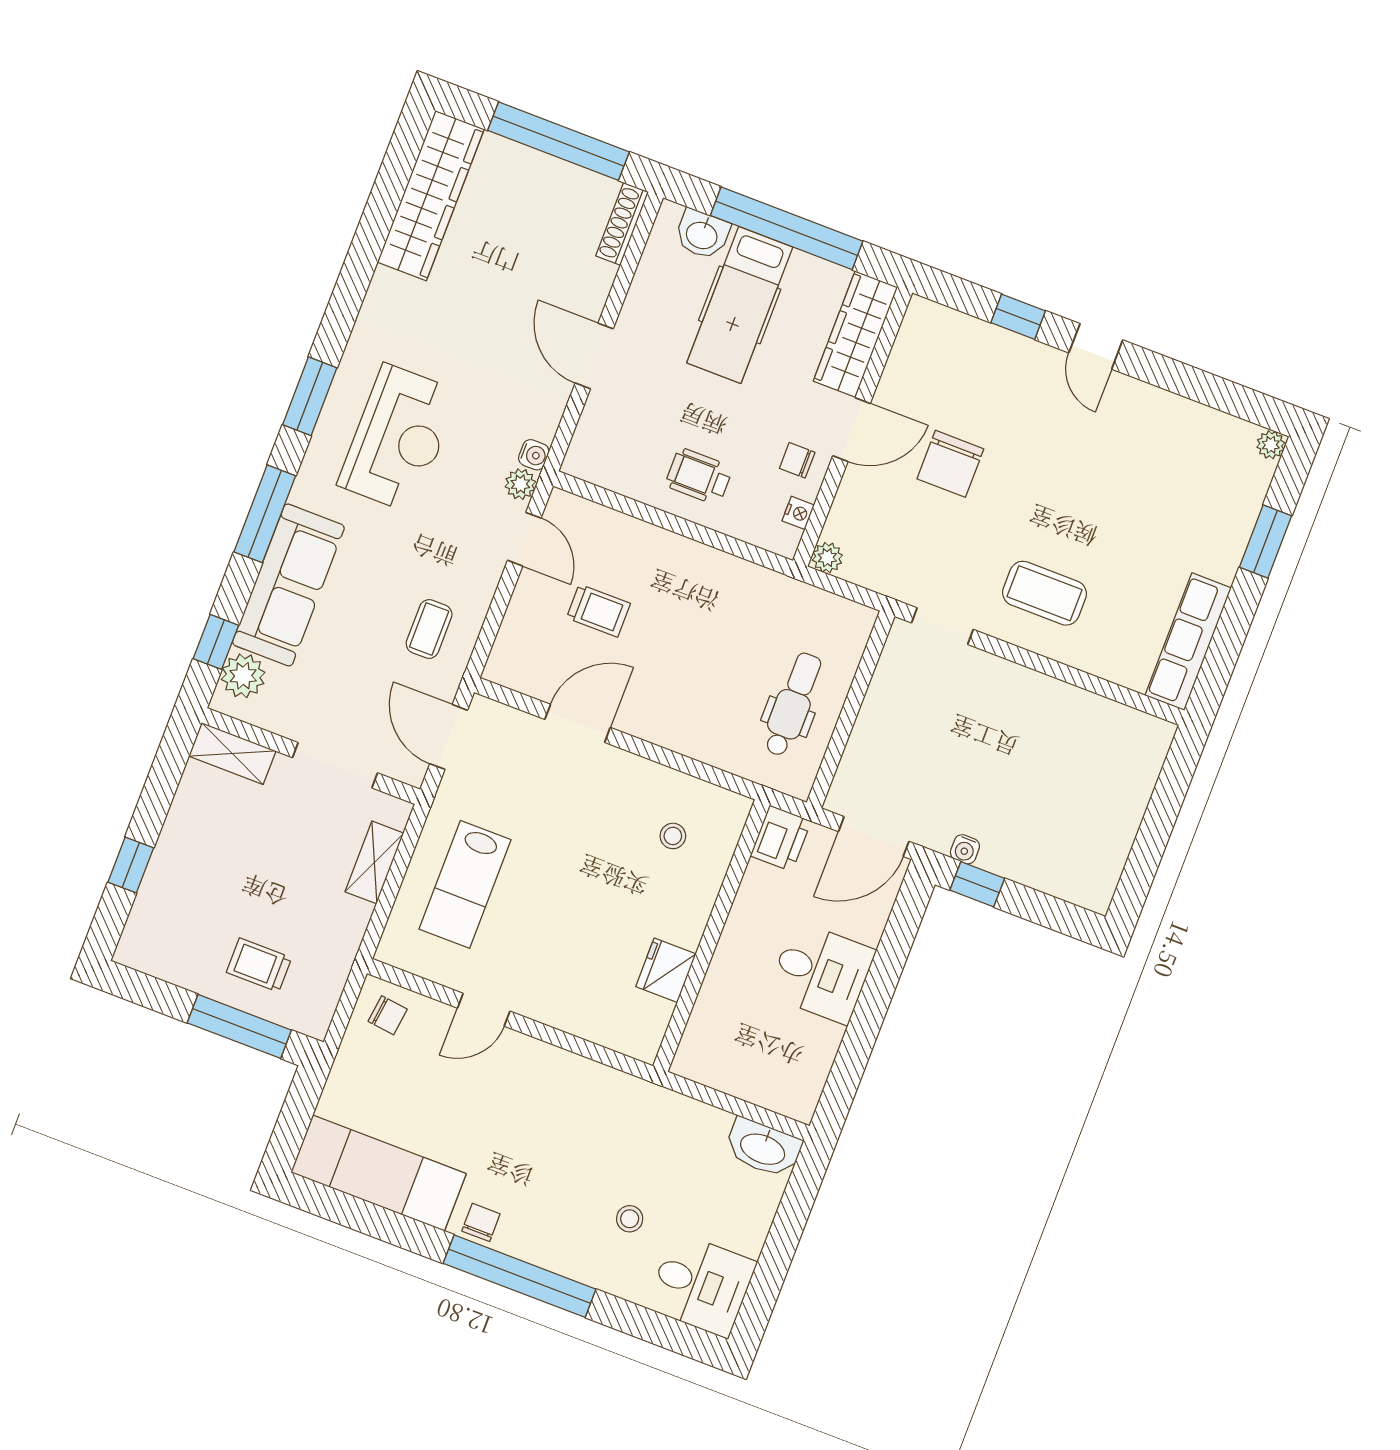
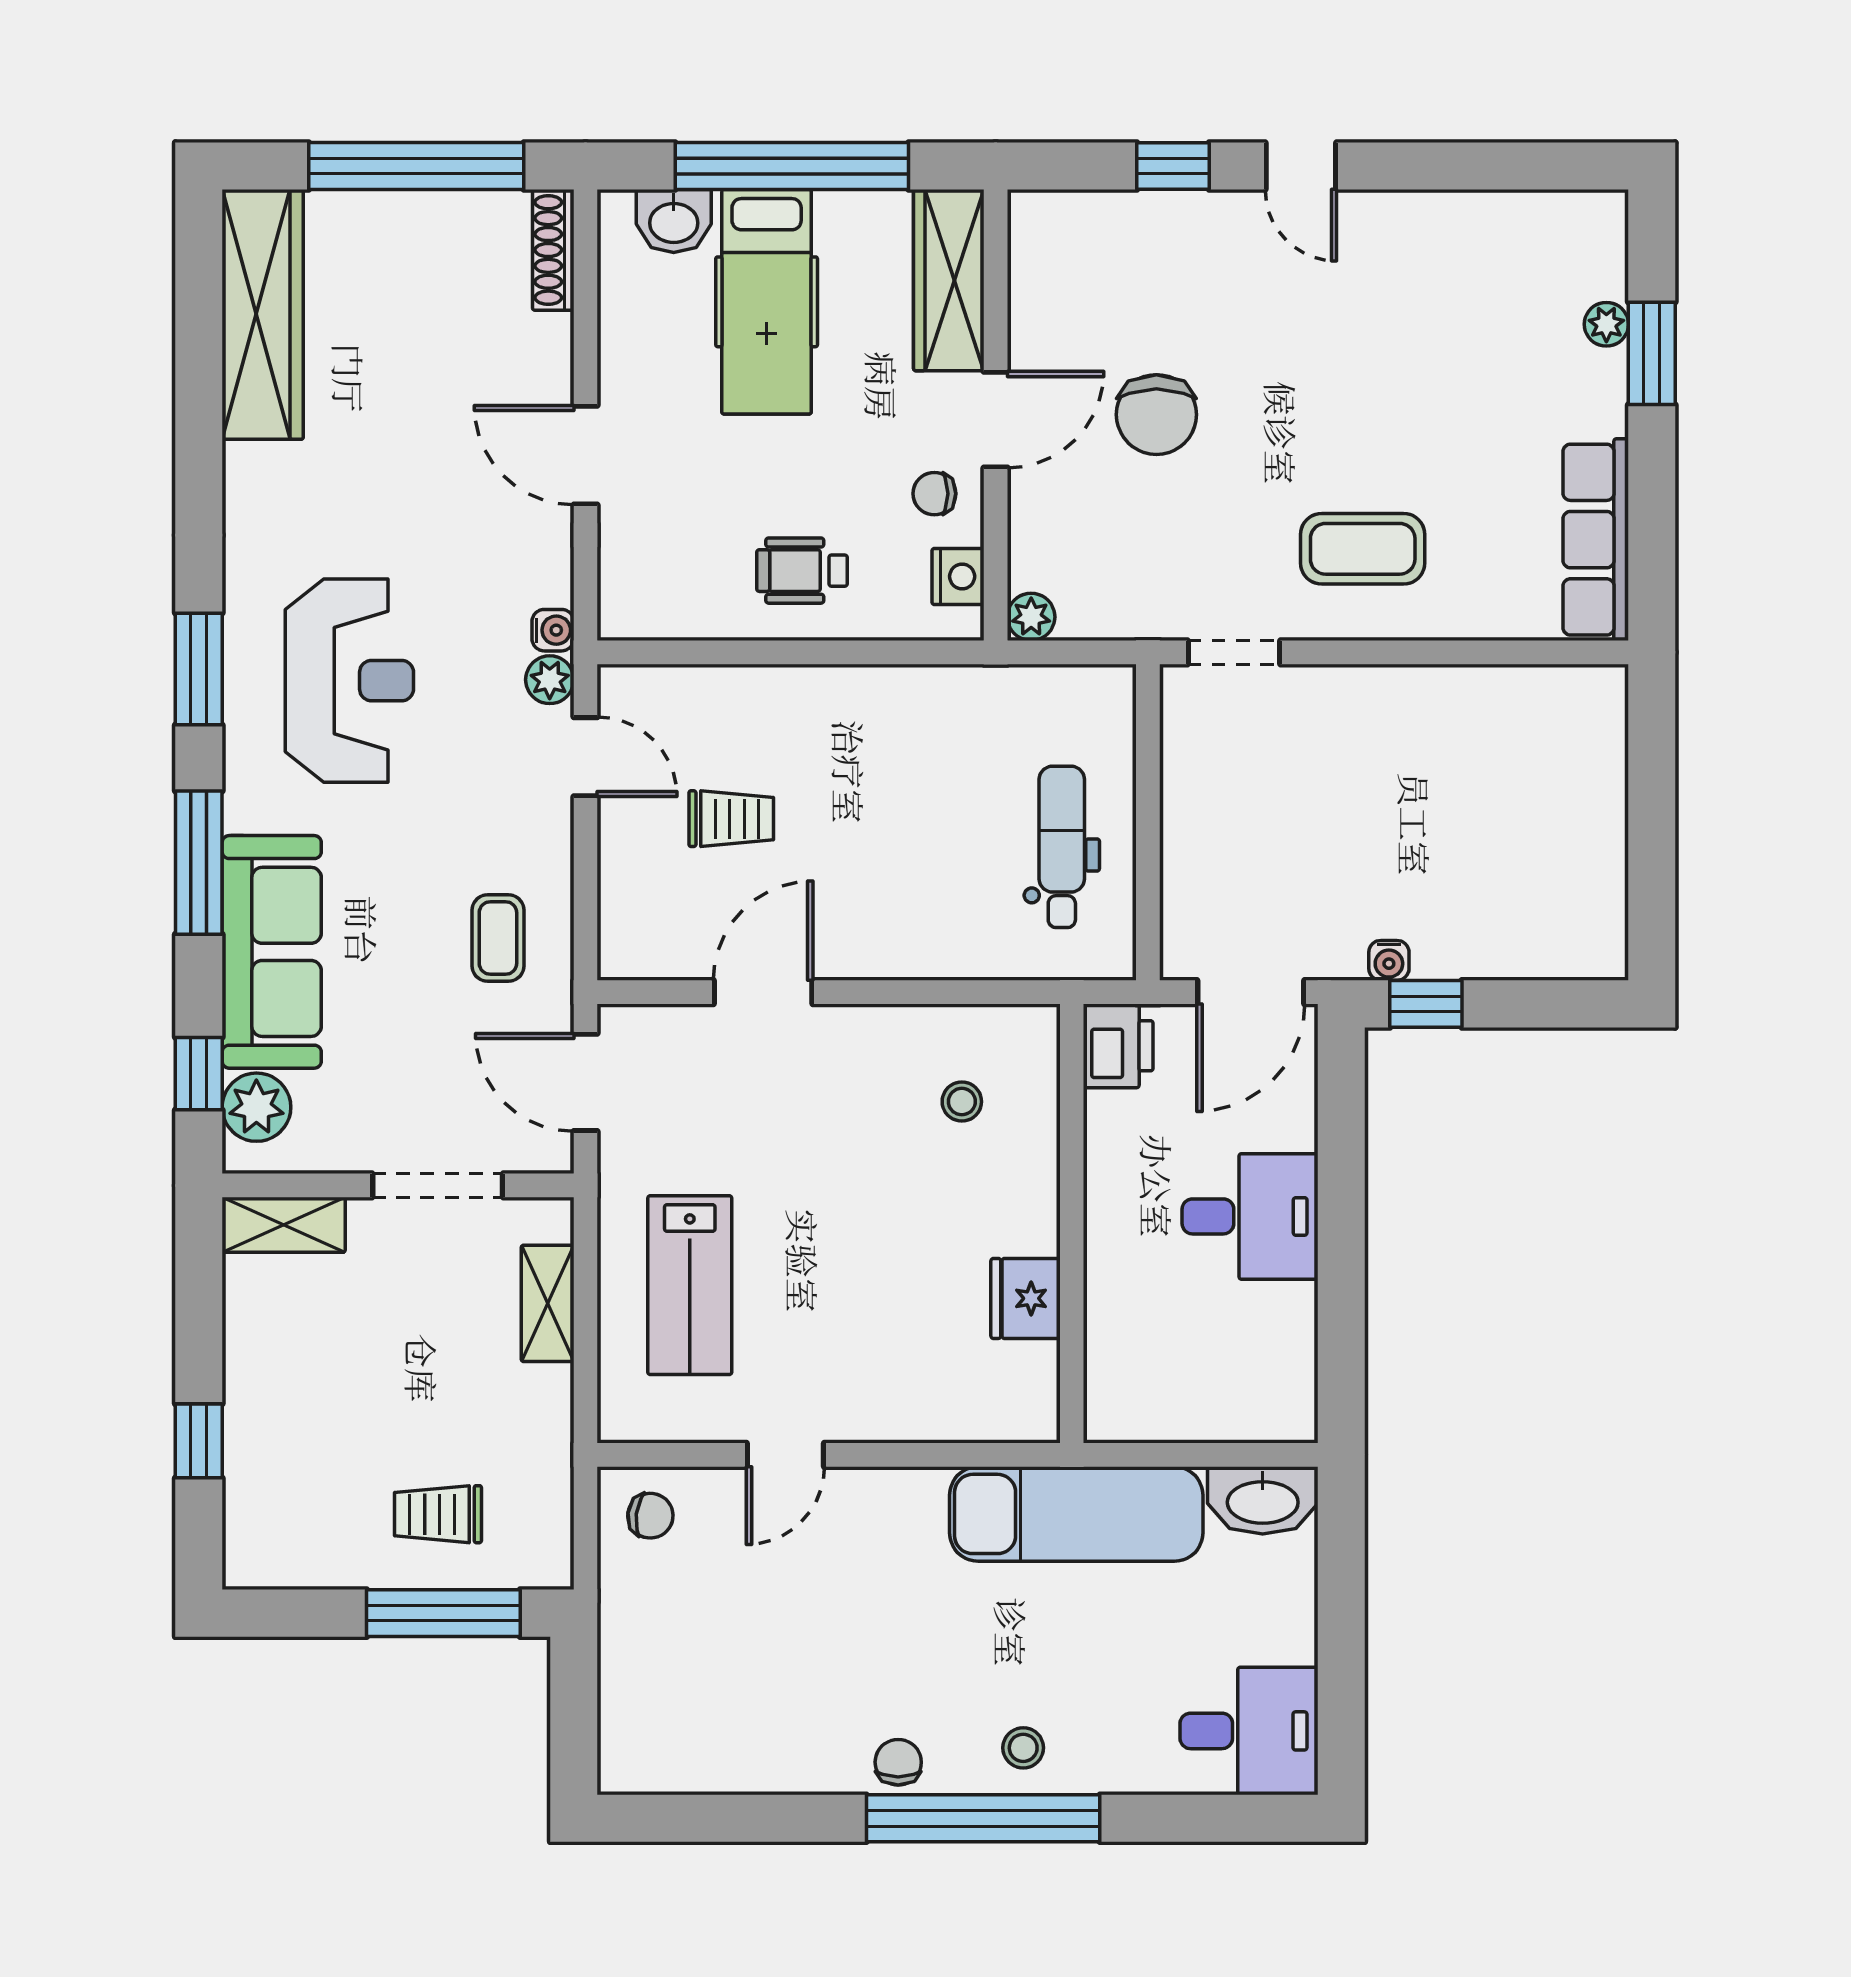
plant: (1271, 445) -> (1606, 324), moved
nightstand: (798, 513) -> (958, 576), width x1.39, depth x1.35
exam couch: (378, 1173) -> (1076, 1514), moved, turned 180
stool: (630, 1219) -> (1023, 1748), moved

